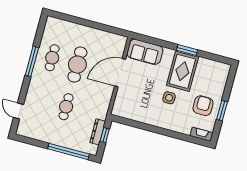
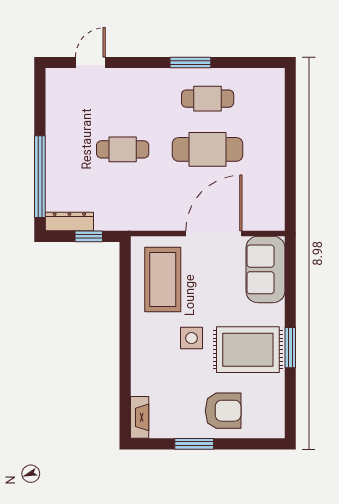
window: (32, 61) -> (190, 63), width x0.69
door: (120, 73) -> (214, 233), hinge flipped
coffee table: (136, 104) -> (163, 279), added
armchair: (203, 106) -> (223, 411), moved
dresser: (98, 132) -> (69, 221), moved

